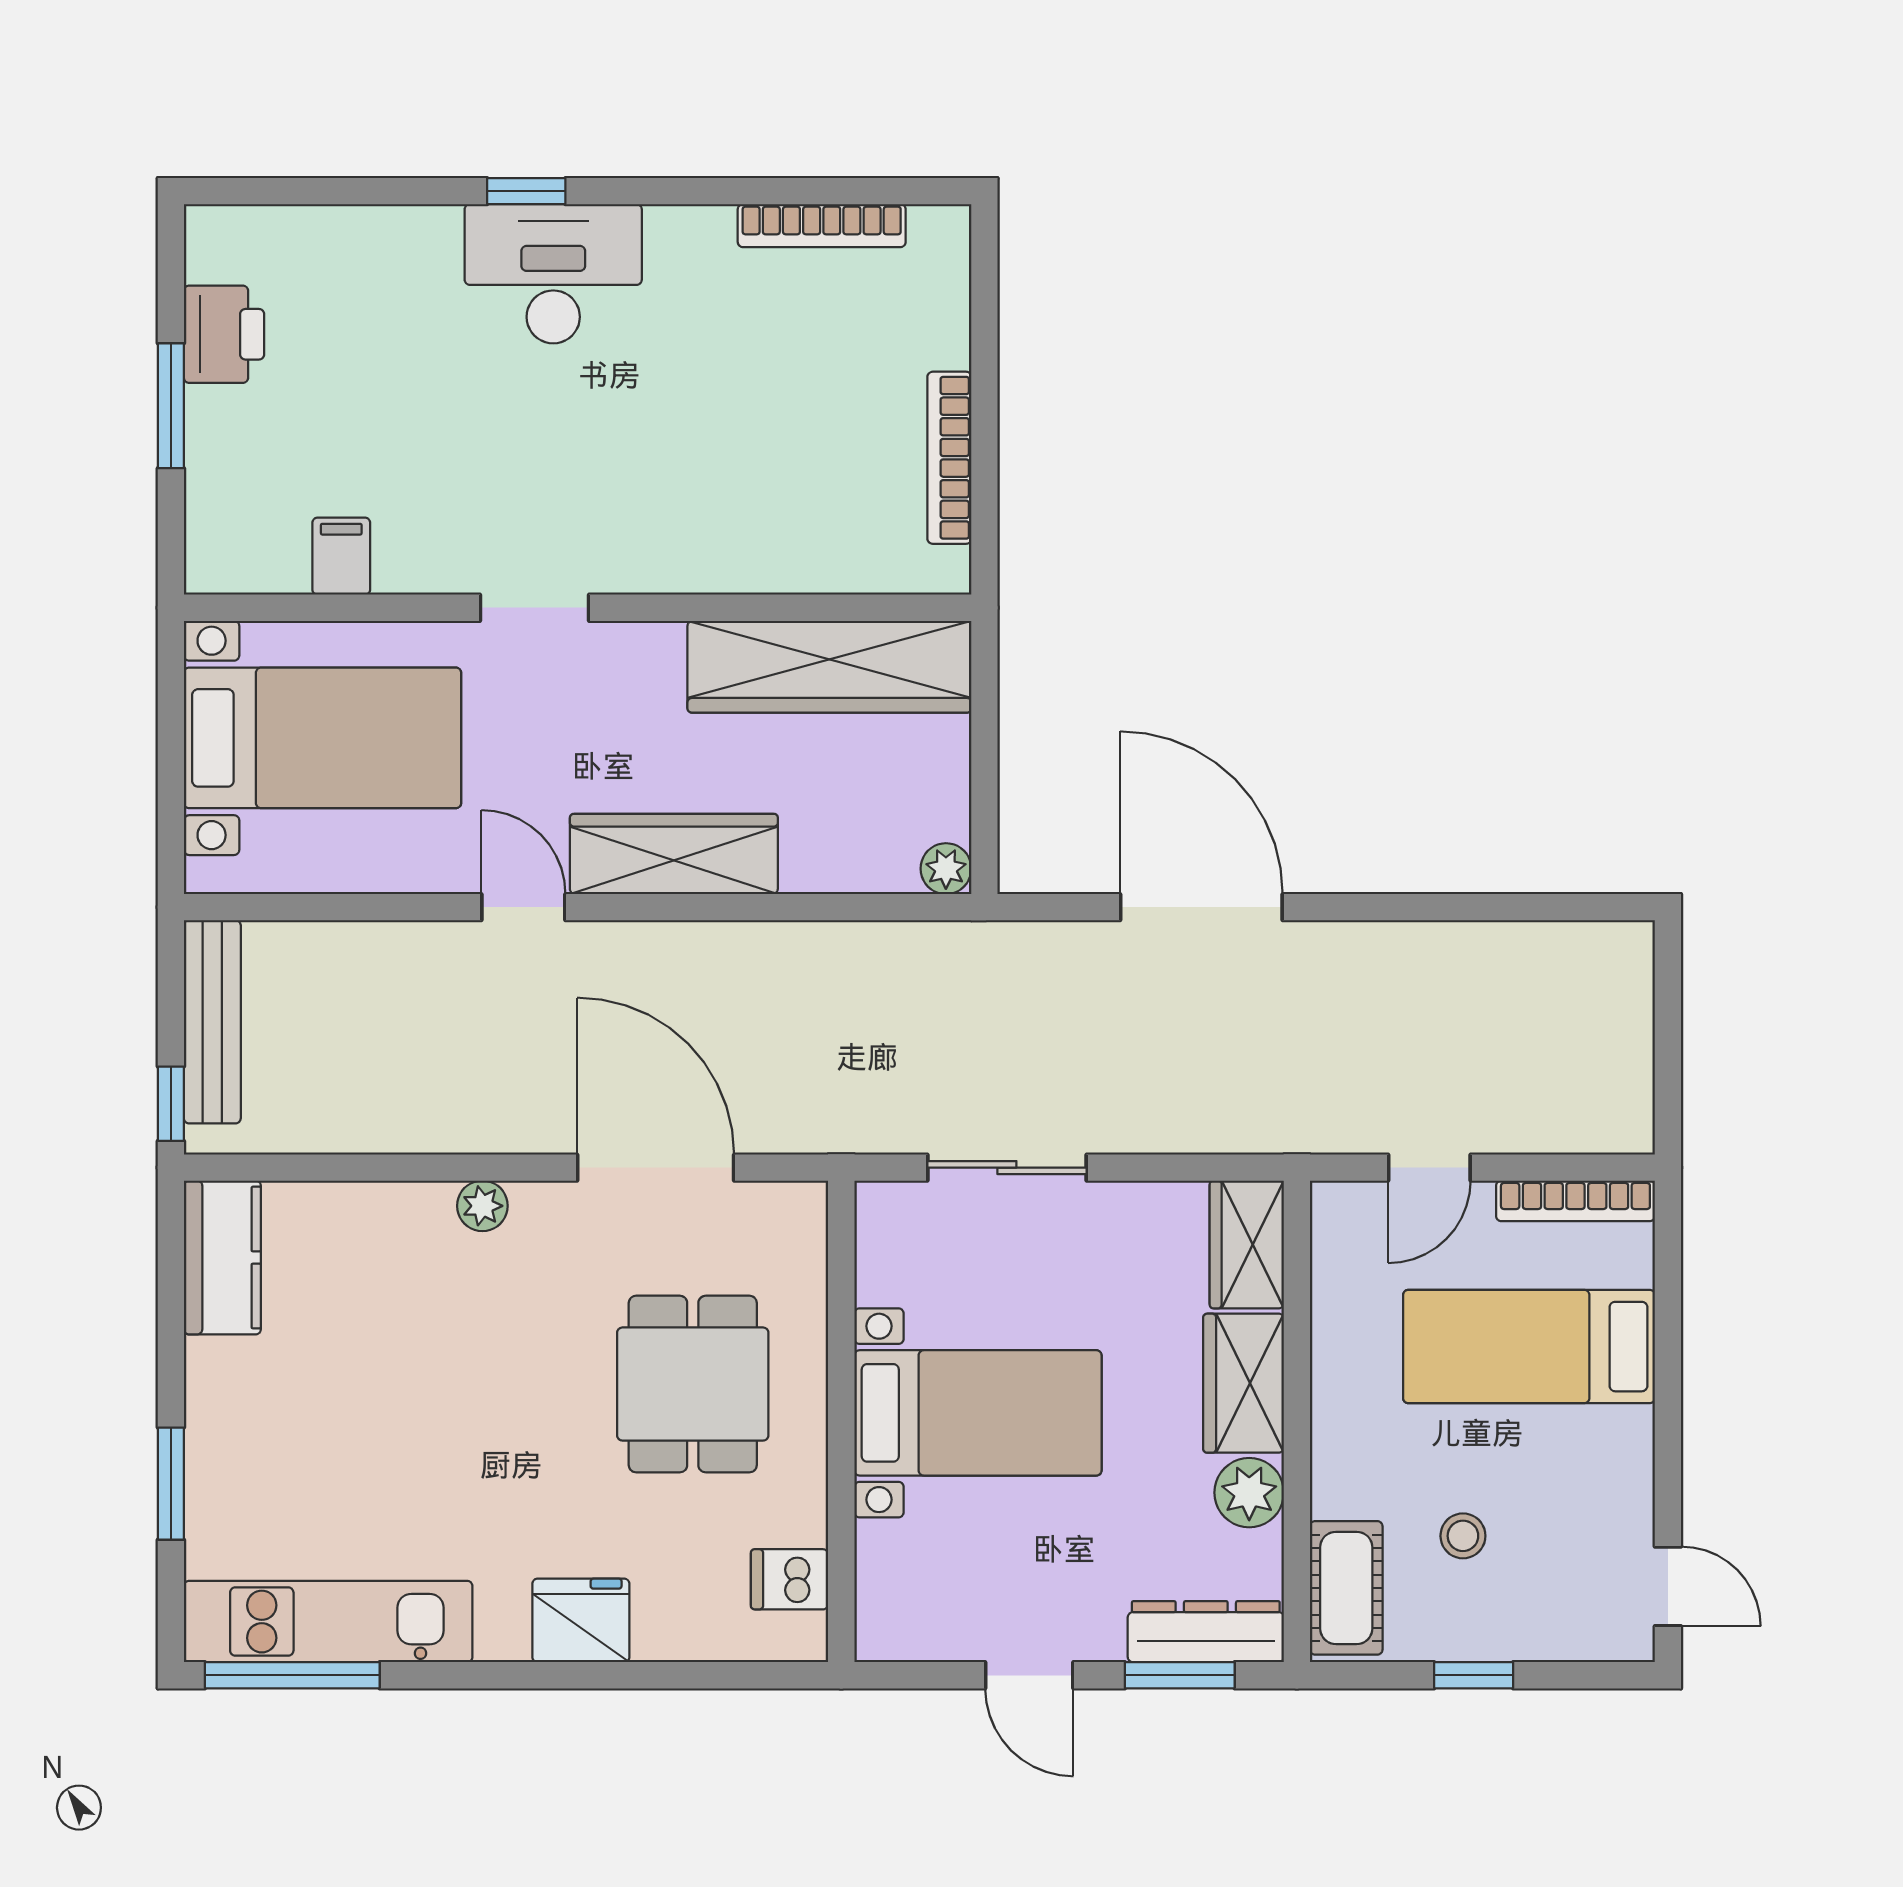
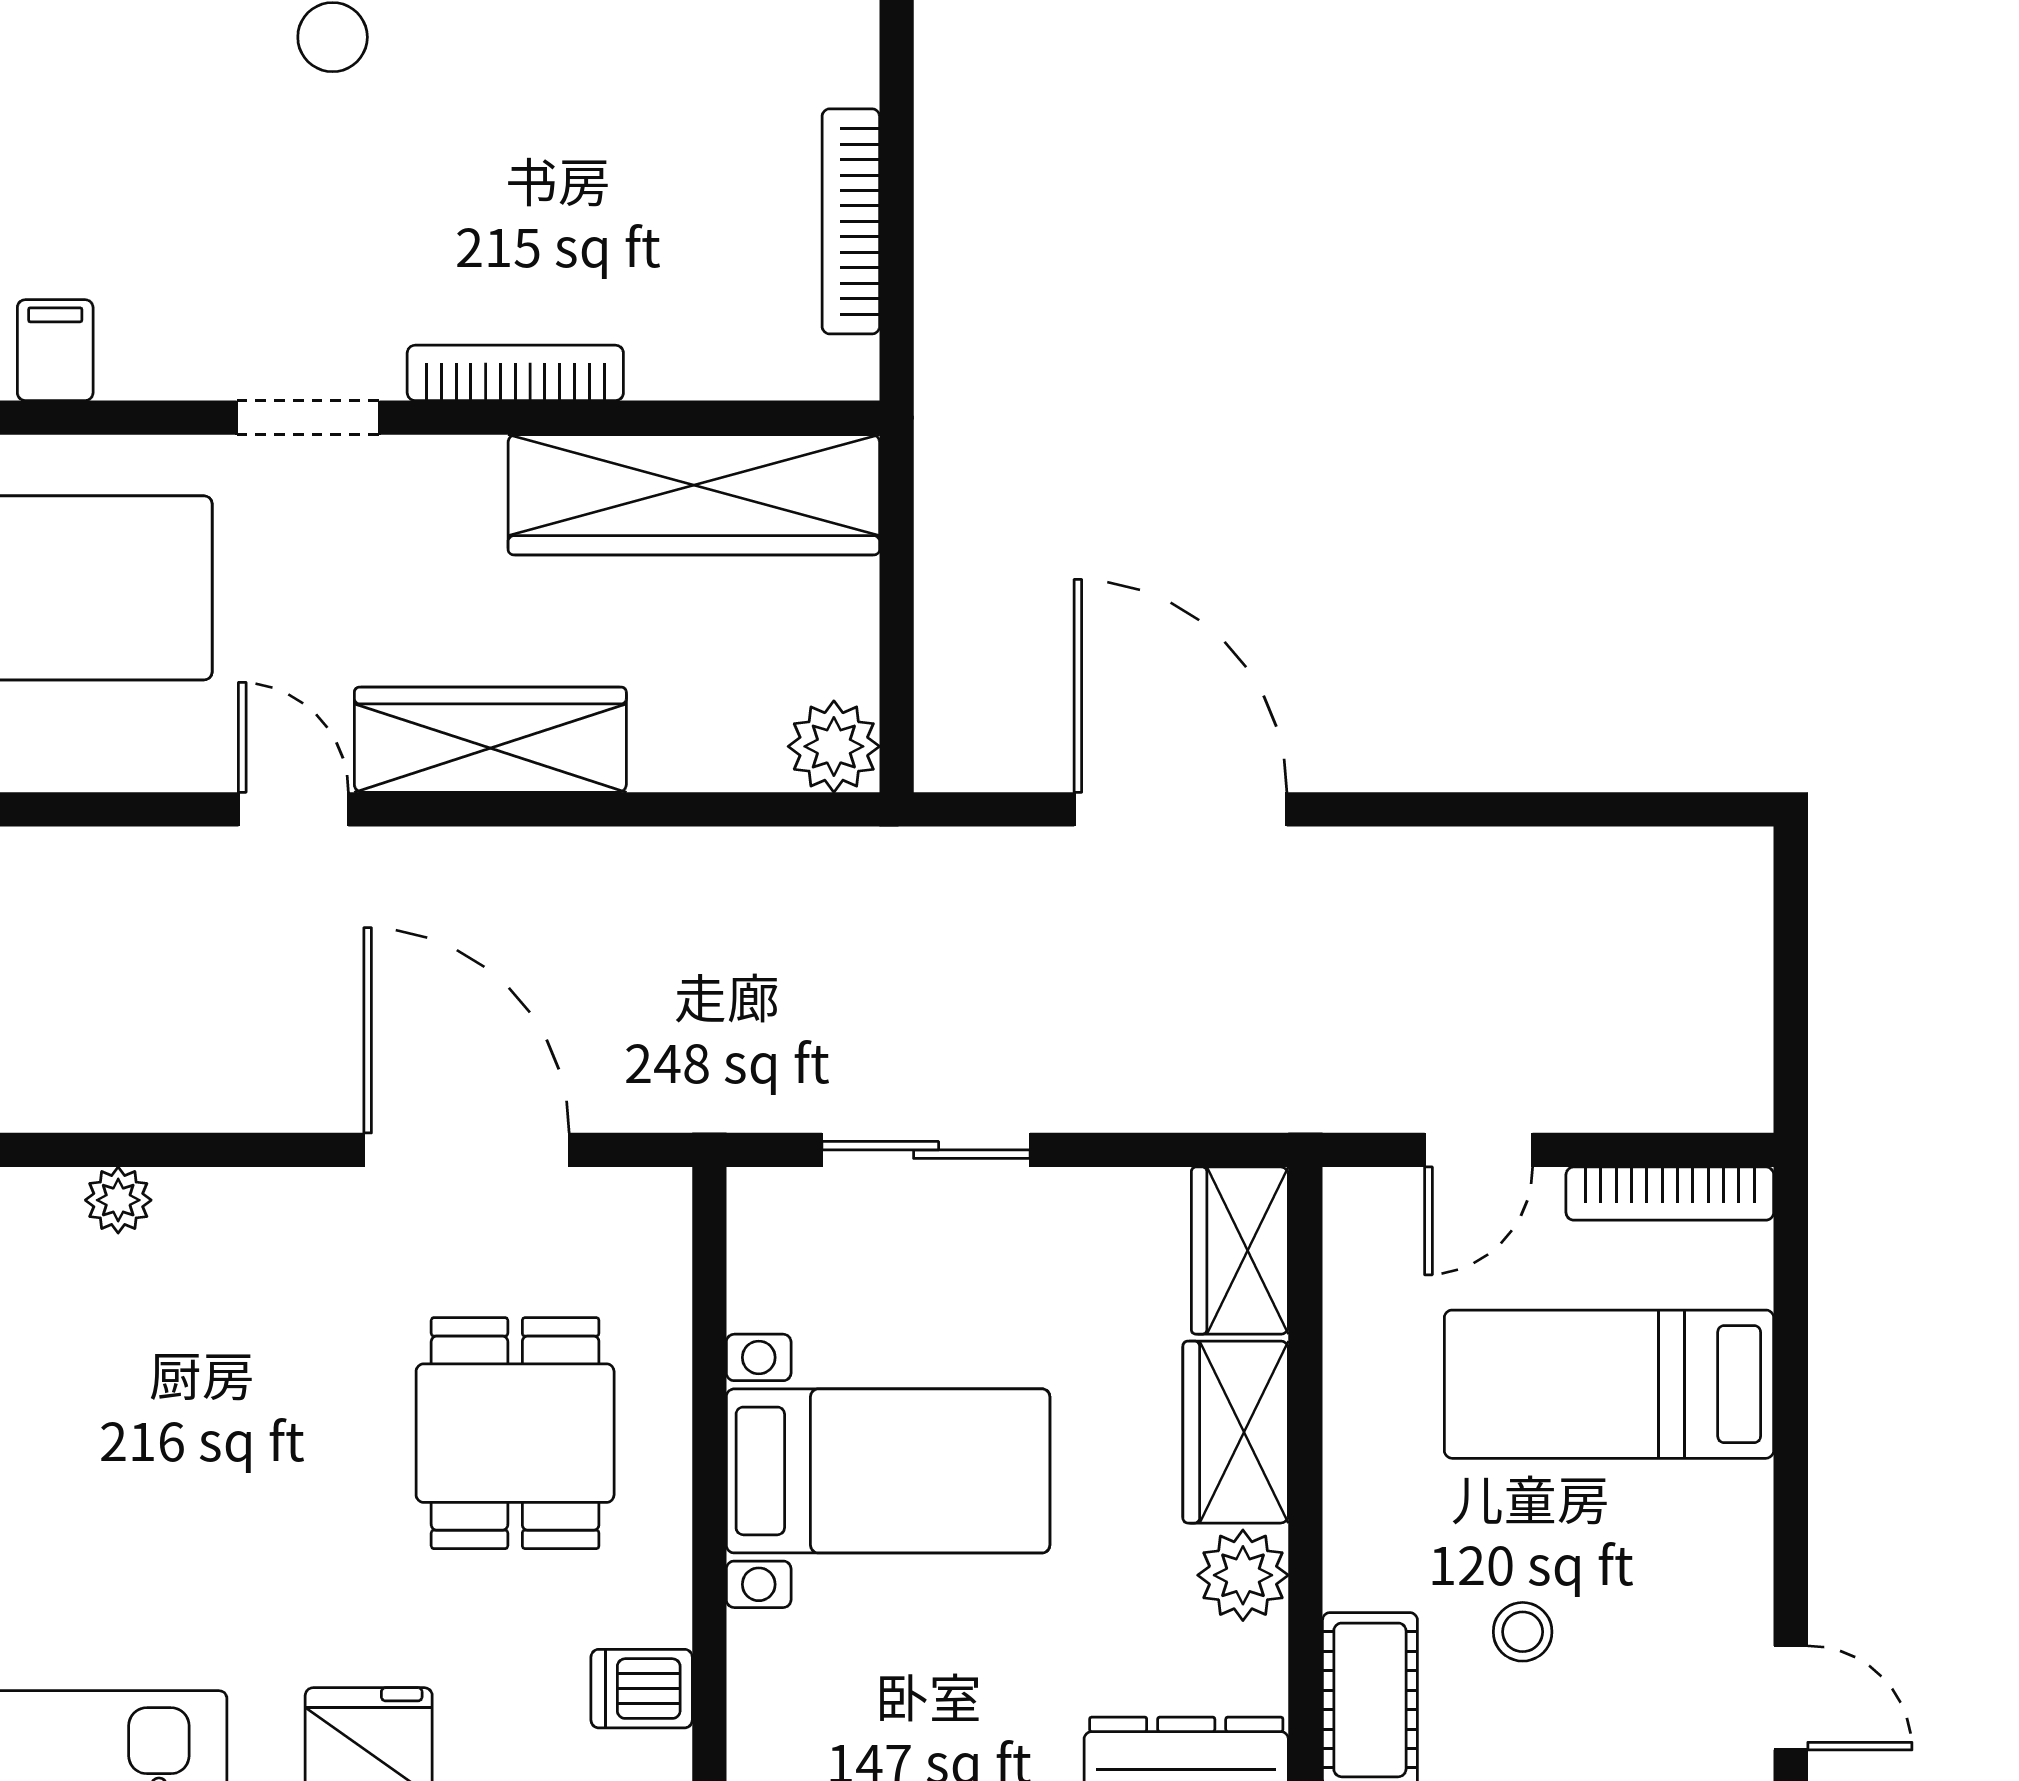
bookcase: (693, 574) -> (515, 373), added
plant: (946, 869) -> (834, 746), width x1.38, depth x1.38
plant: (482, 1206) -> (118, 1200), moved

